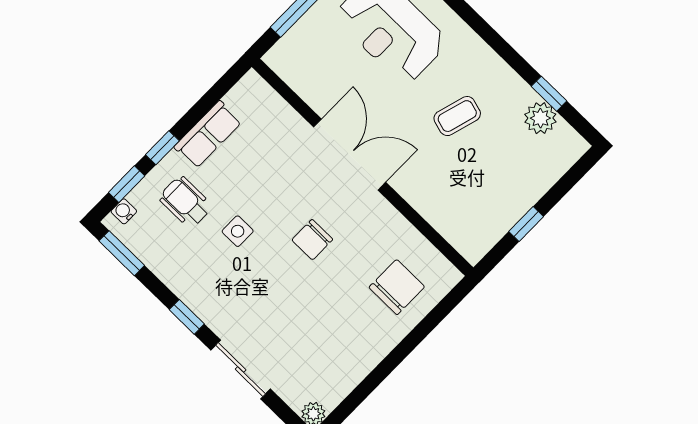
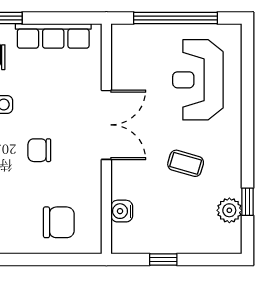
row of seats: (208, 134) -> (53, 36), width x1.48
water cooler: (444, 219) -> (122, 211), added

